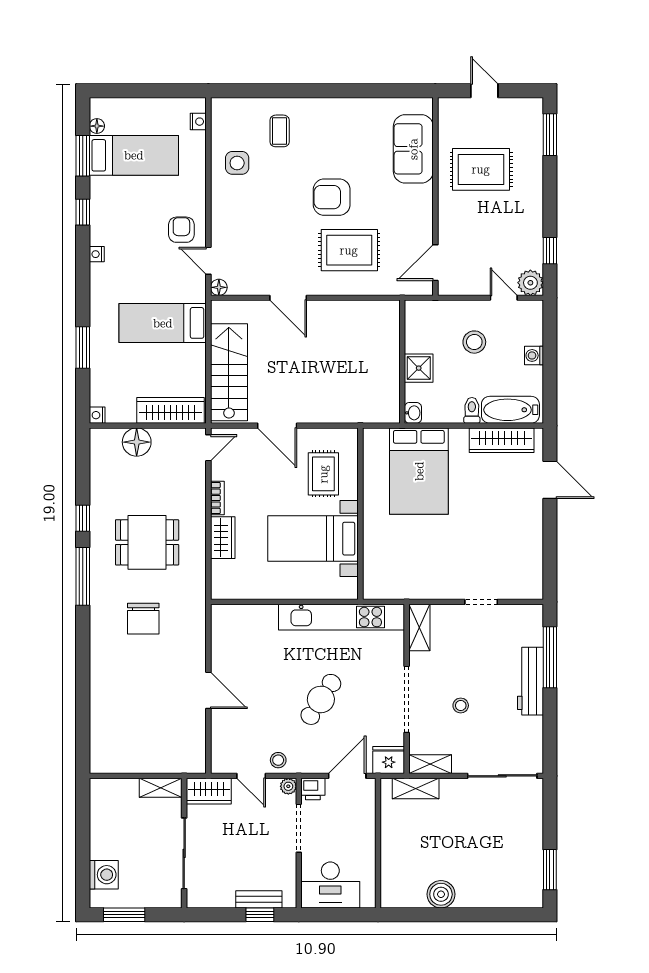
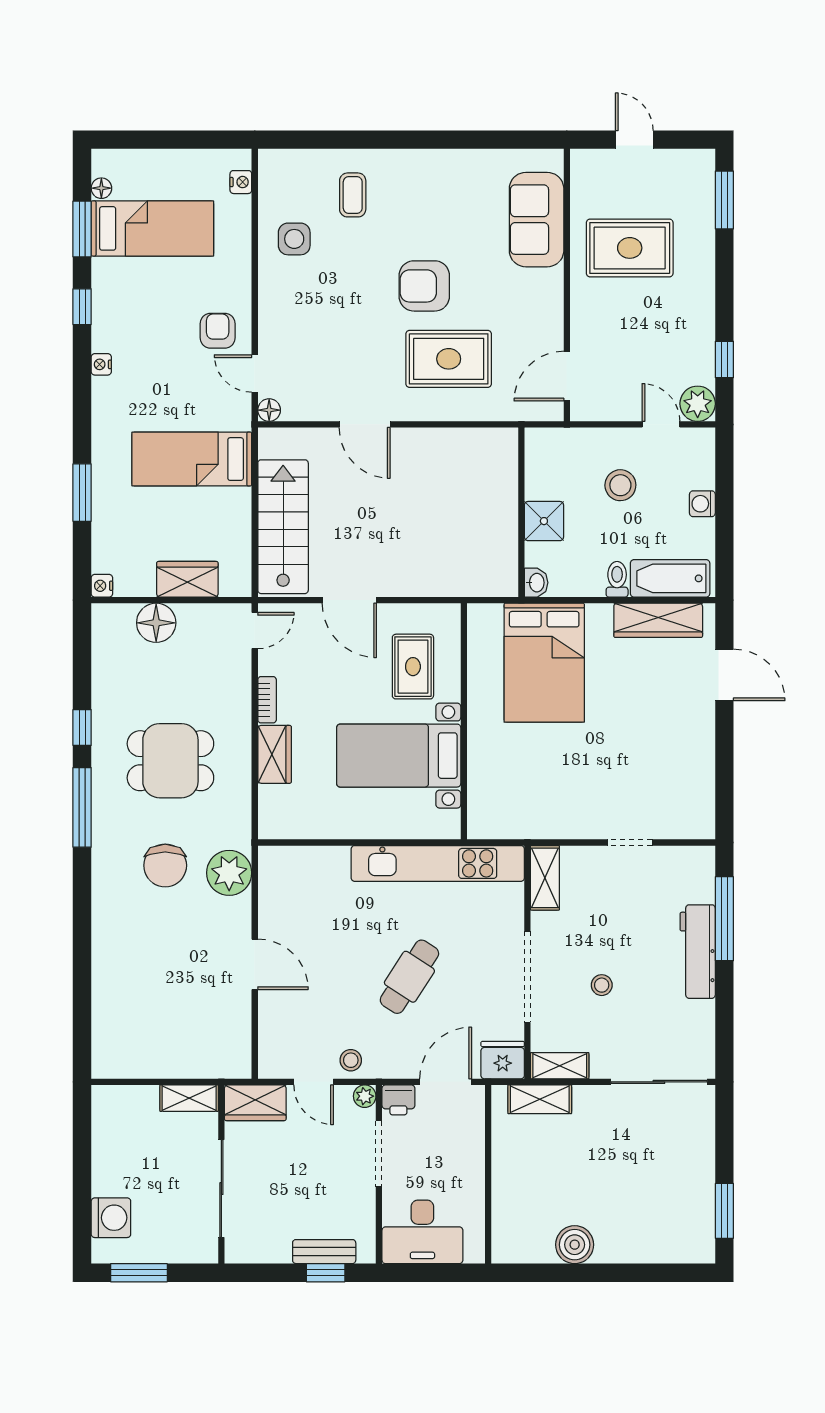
wardrobe: (171, 410) -> (187, 579), width x0.67
plant: (190, 624) -> (229, 873), added

